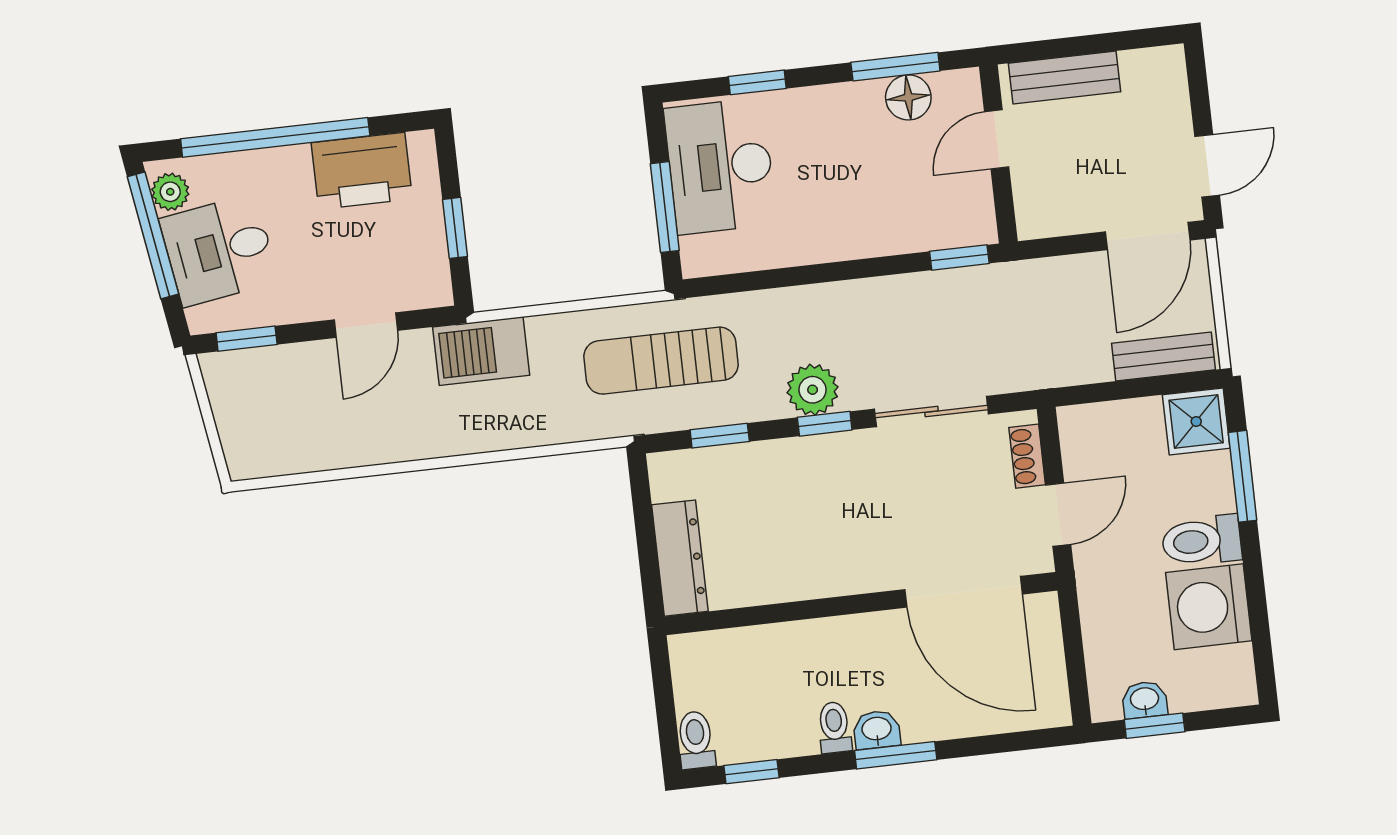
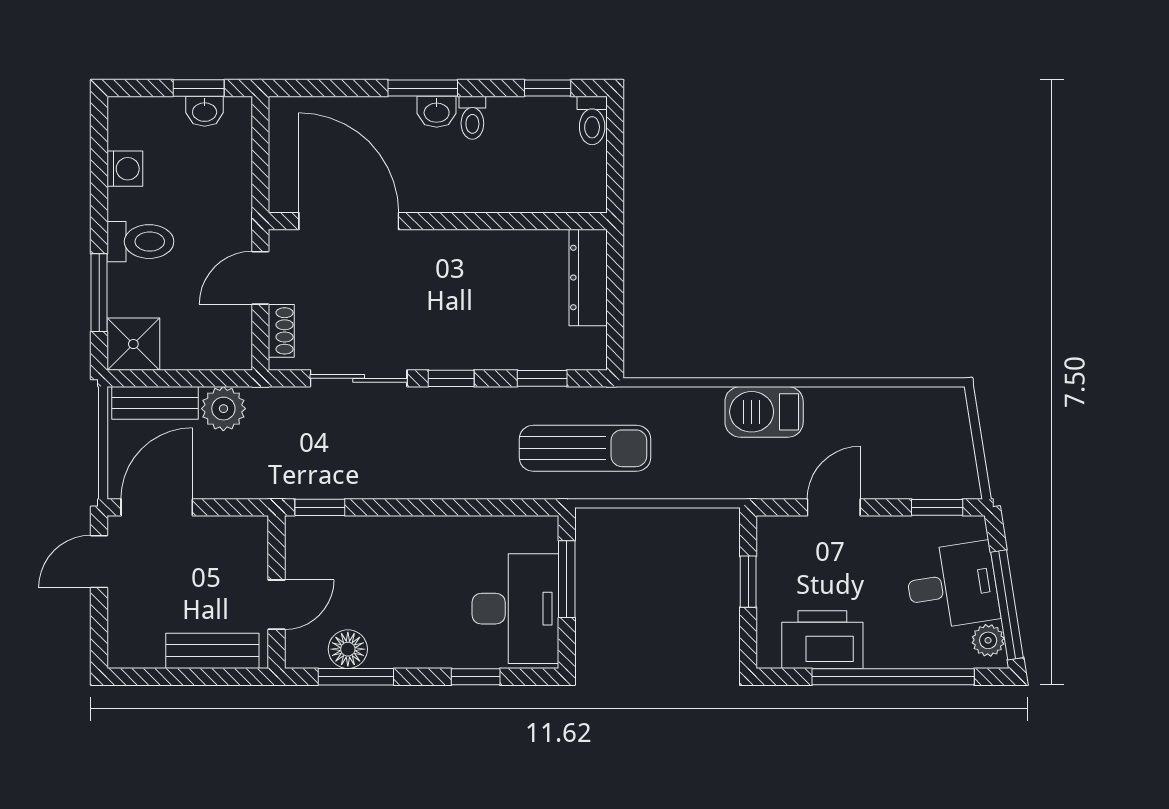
barbecue: (481, 351) -> (764, 412), moved, turned 180
plant: (813, 390) -> (223, 409), moved
washing machine: (1209, 607) -> (125, 169), width x0.53, depth x0.53

